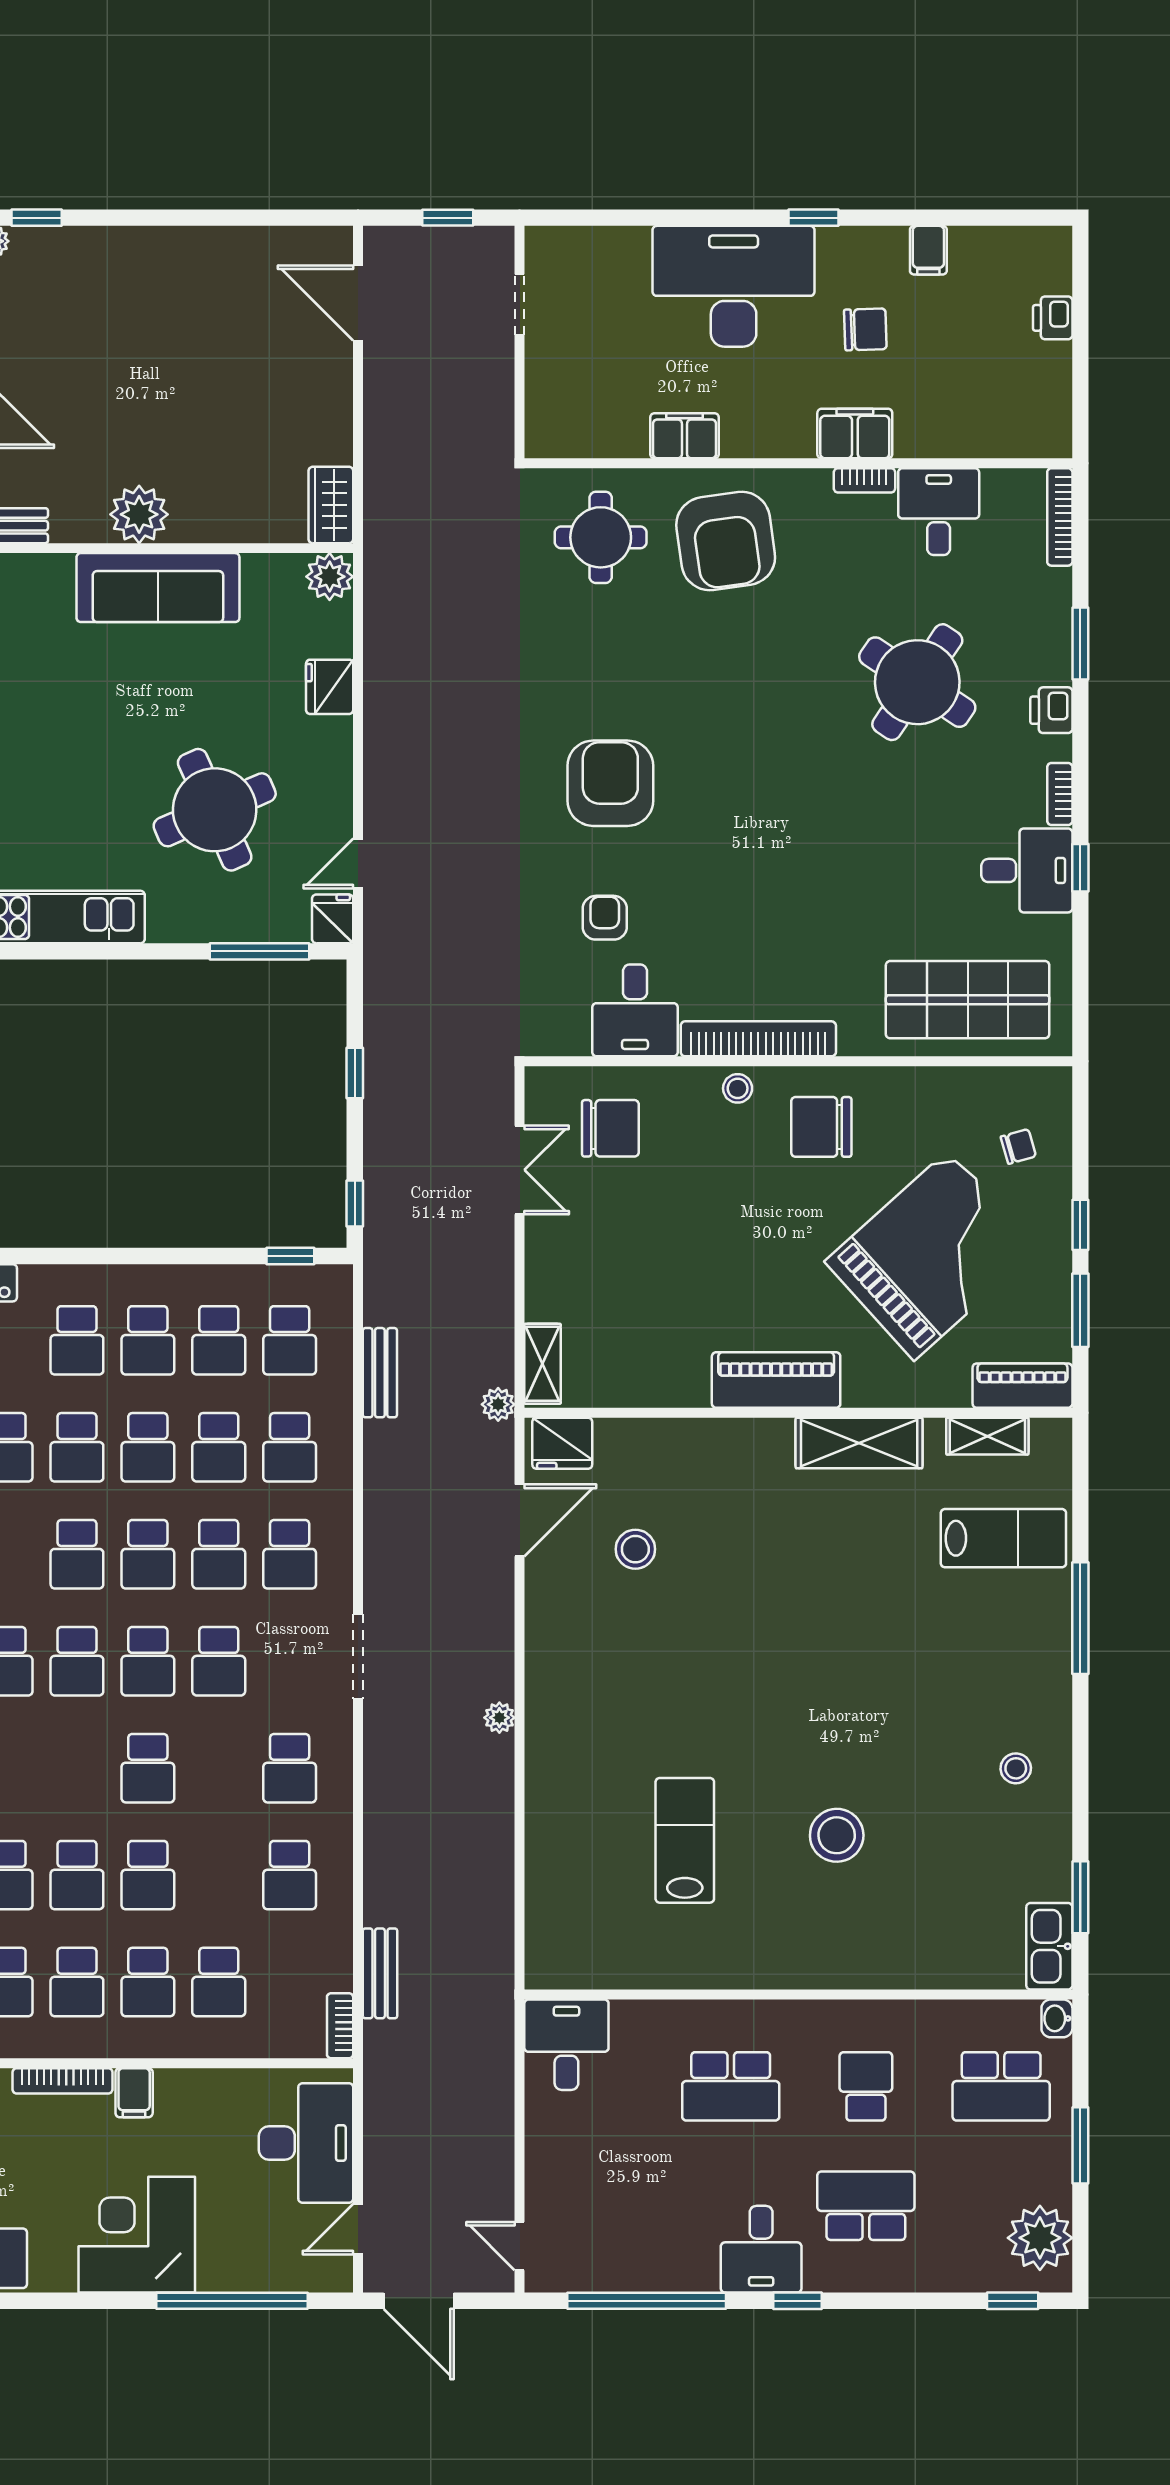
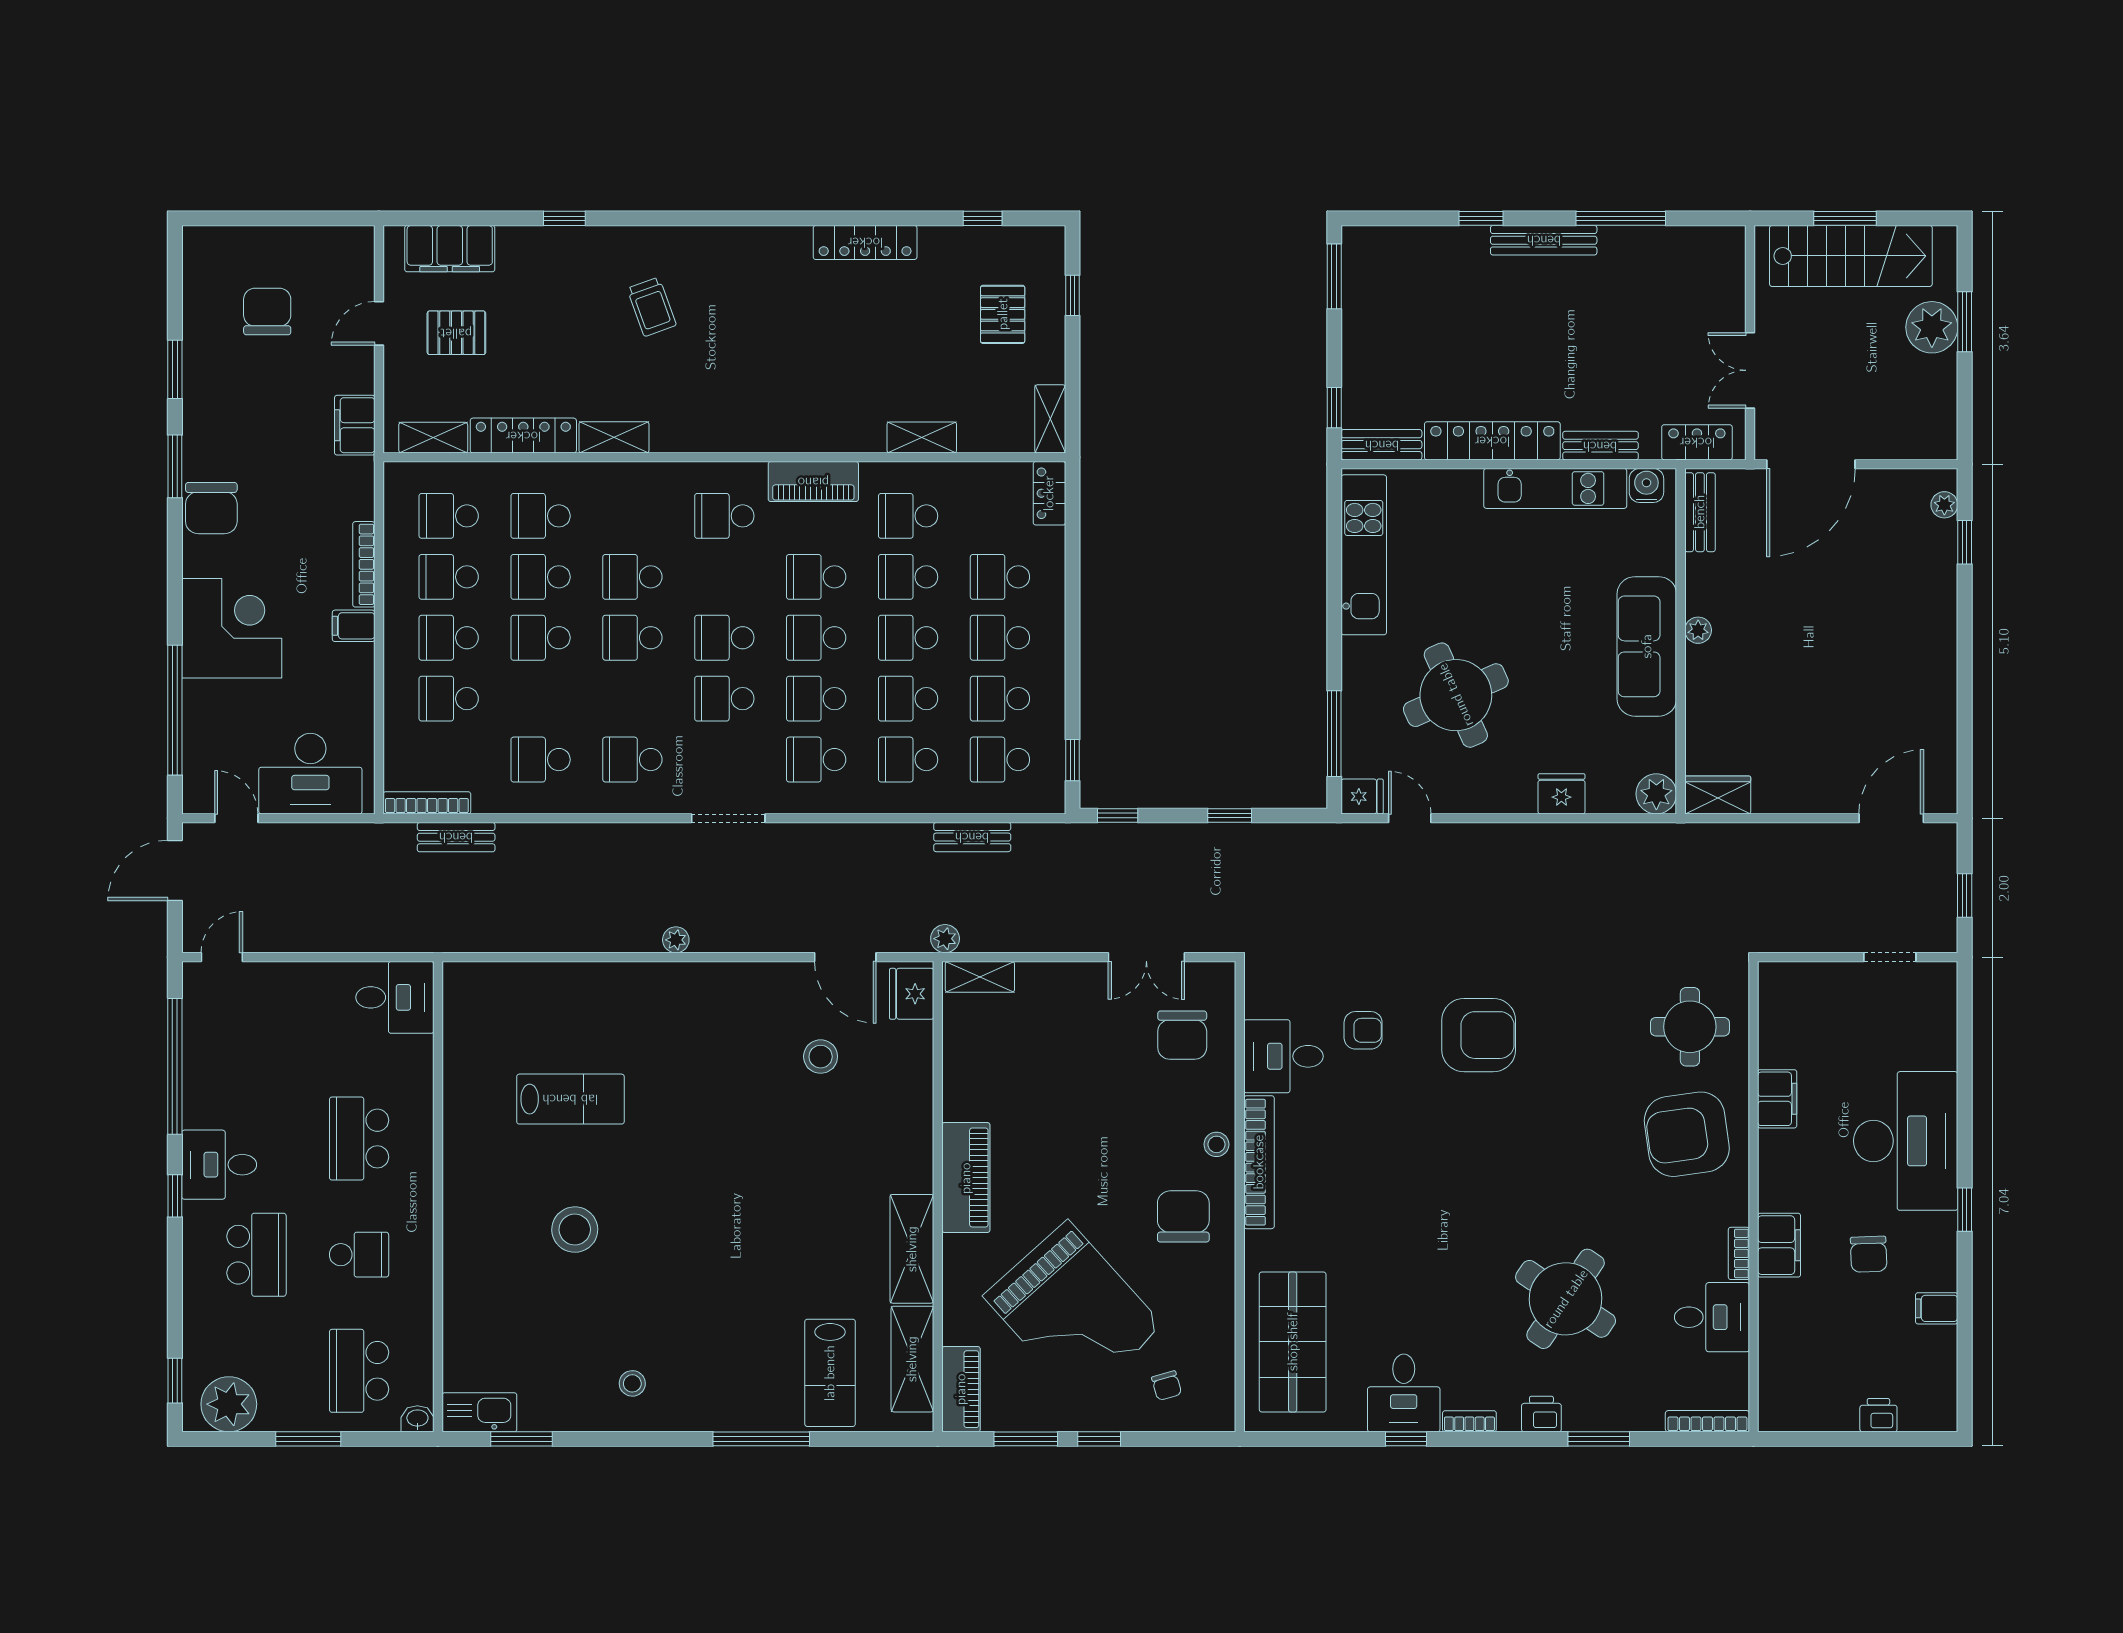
plant: (139, 514) -> (1698, 630), width x0.53, depth x0.53
shelving: (987, 1436) -> (912, 1359), width x1.50, depth x1.33
school desk: (77, 1661) -> (632, 577), moved
bookcase: (340, 2026) -> (427, 803), width x1.56

